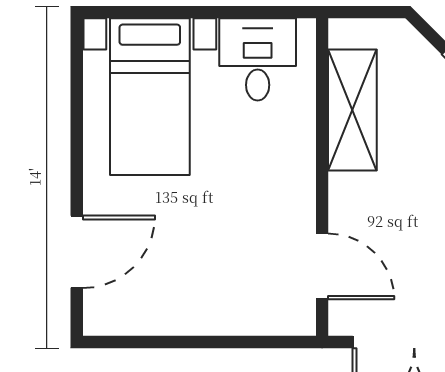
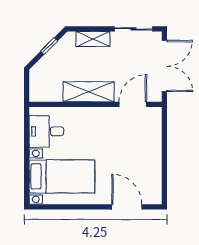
shelving: (352, 110) -> (89, 92), moved

